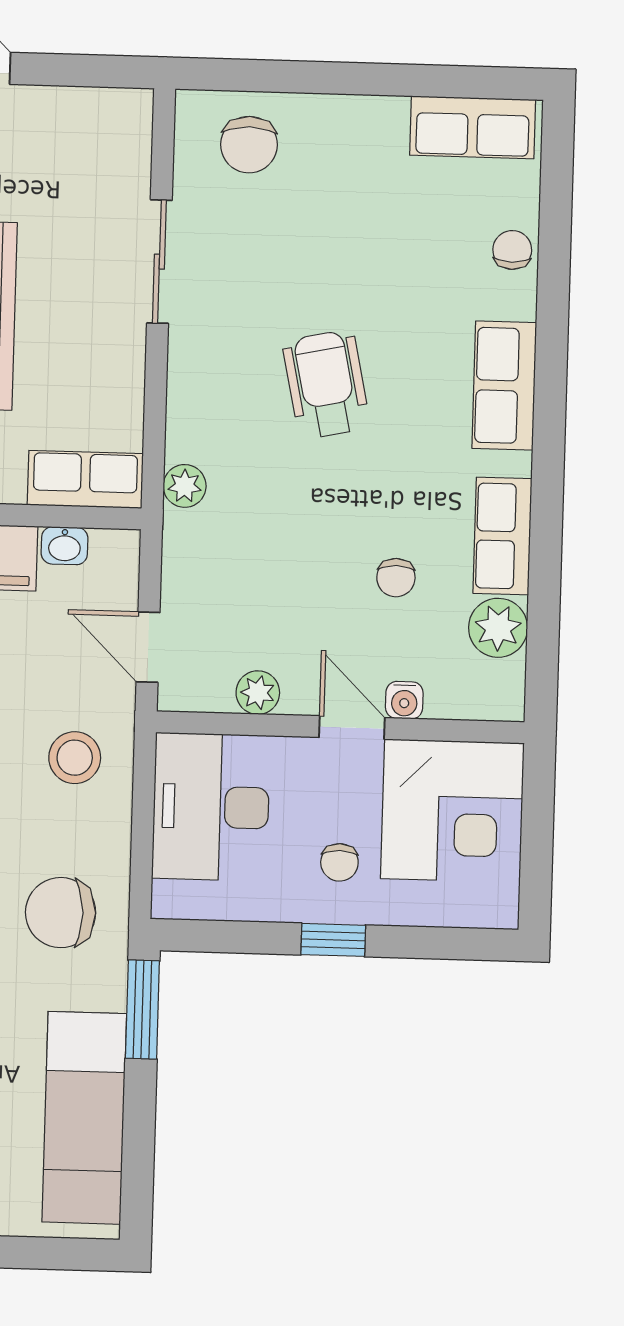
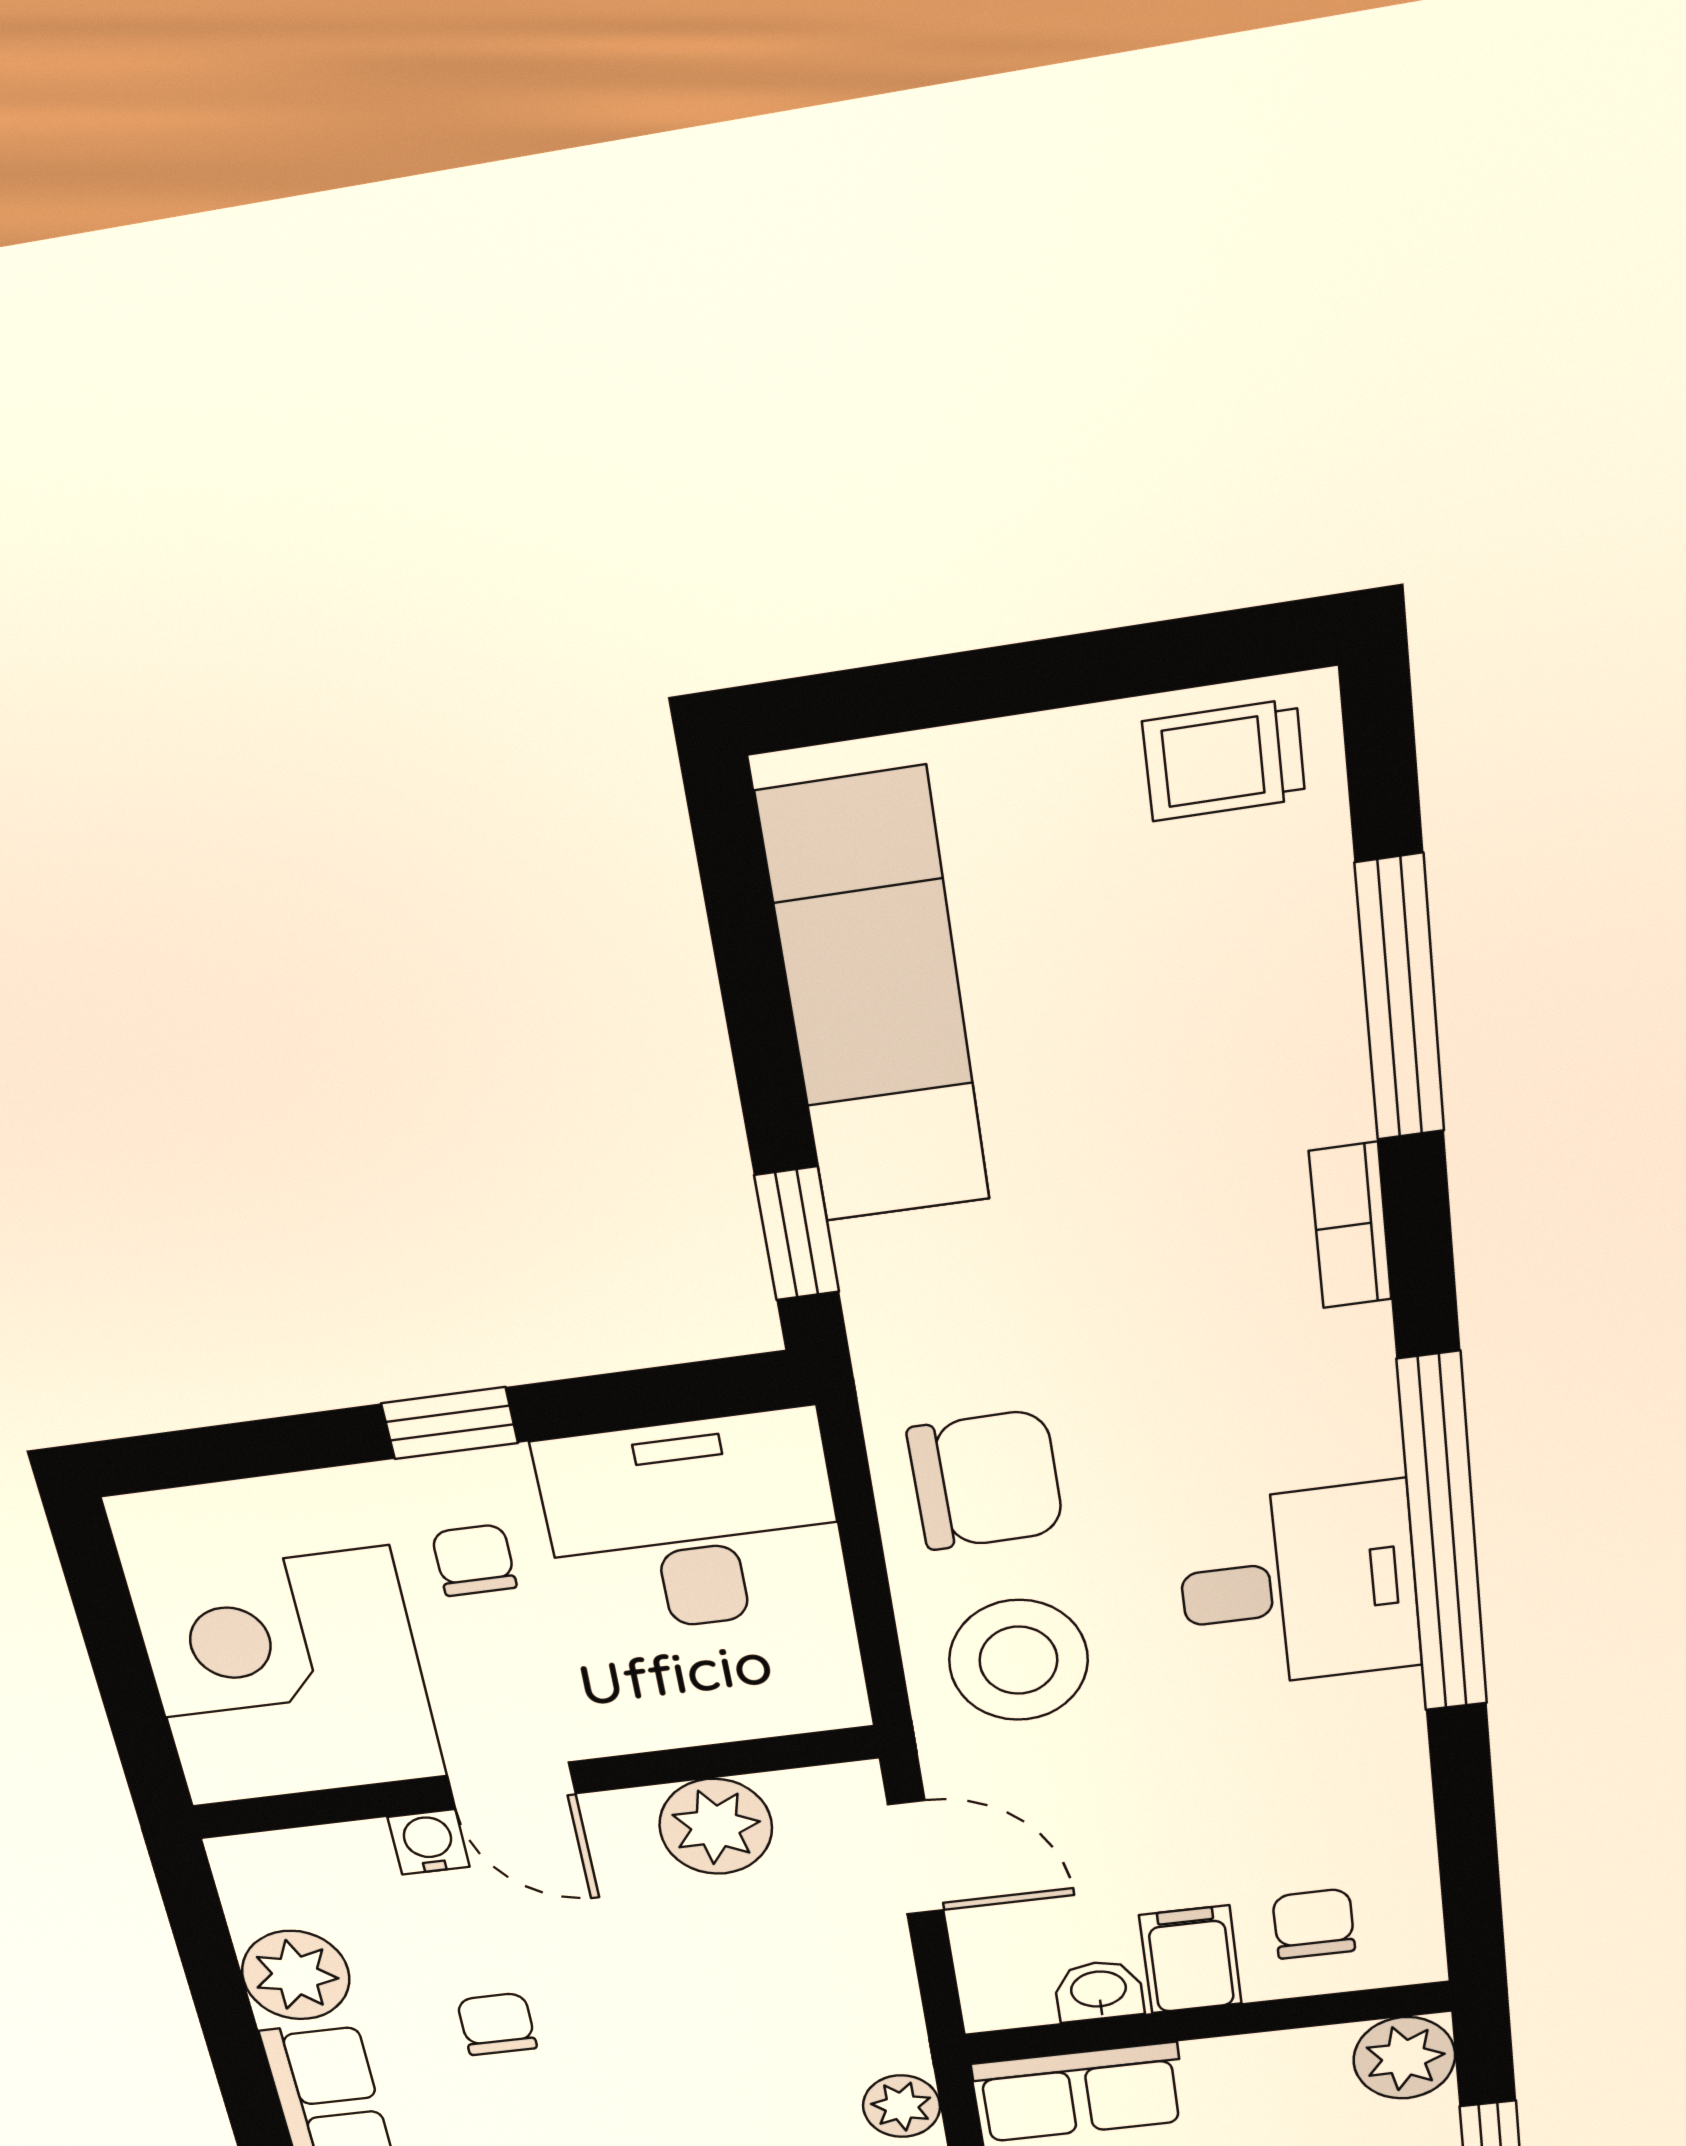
plant: (258, 693) -> (716, 1826), width x1.38, depth x1.38
stool: (75, 758) -> (1018, 1660), width x1.38, depth x1.38
desk: (211, 807) -> (692, 1524), moved, turned -90
chair: (61, 913) -> (986, 1480), moved
window: (142, 1010) -> (797, 1234), width x0.67

